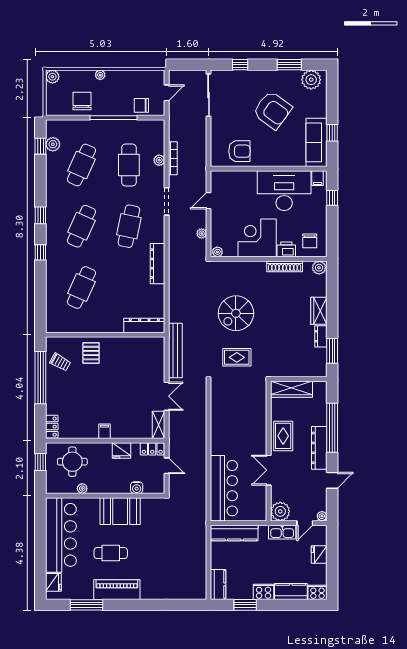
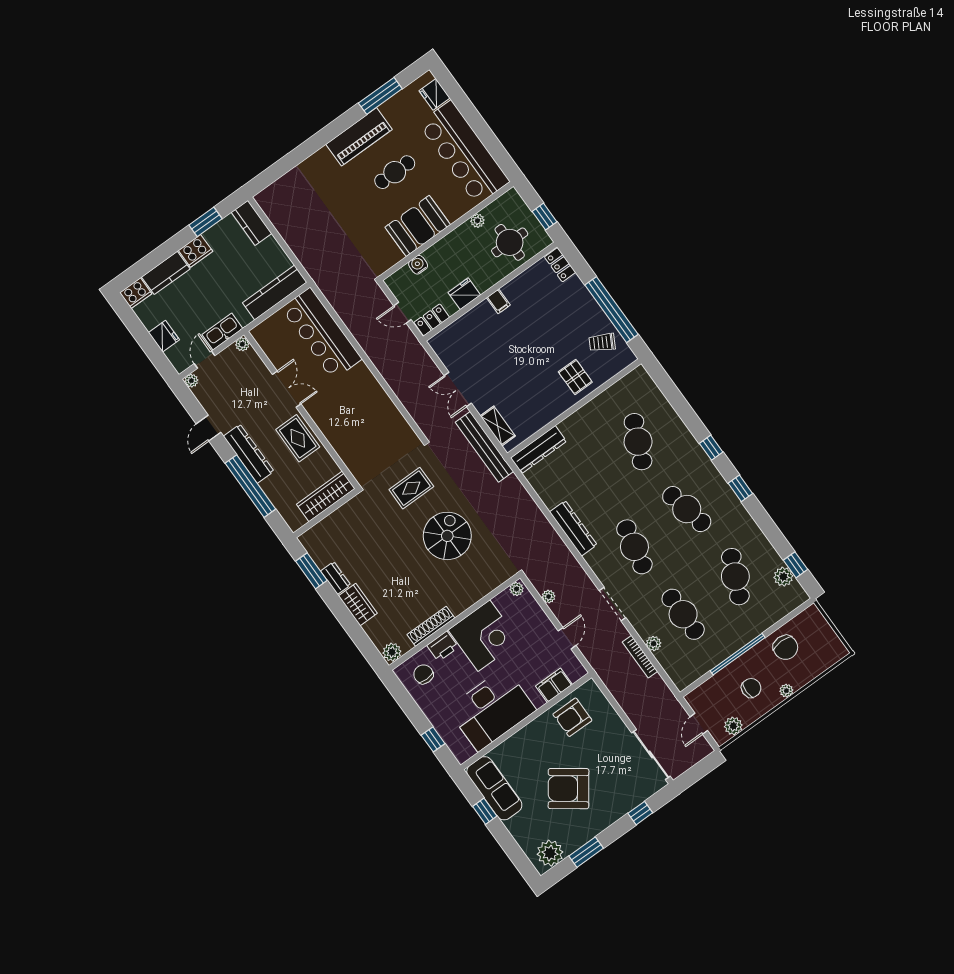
plant: (52, 77) -> (733, 726), moved
chair: (141, 105) -> (751, 688), moved
filing cabinet: (318, 178) -> (554, 685), moved, width x2.00
cafe table: (81, 226) -> (687, 509), turned -36
shelving: (159, 425) -> (498, 426), moved
plant: (280, 511) -> (242, 344), width x0.53, depth x0.53

